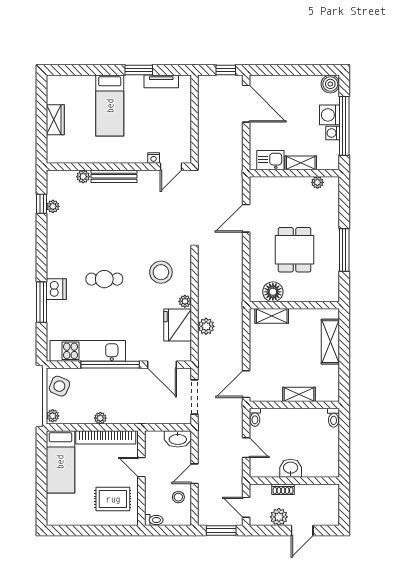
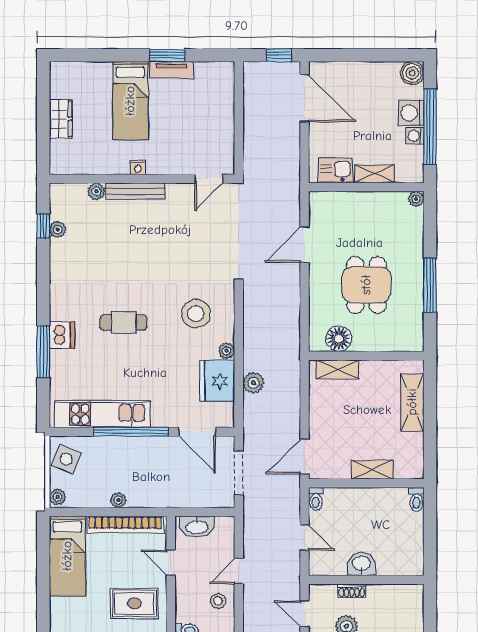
tv unit: (161, 81) -> (172, 70), moved
nightstand: (154, 158) -> (138, 168), moved
plant: (317, 182) -> (416, 199), moved
washbasin: (178, 439) -> (197, 527), moved

